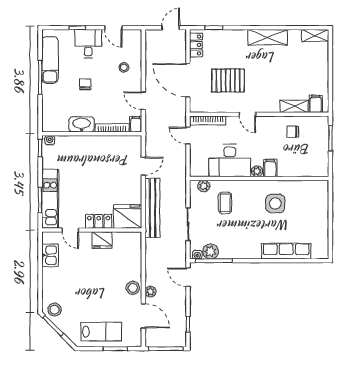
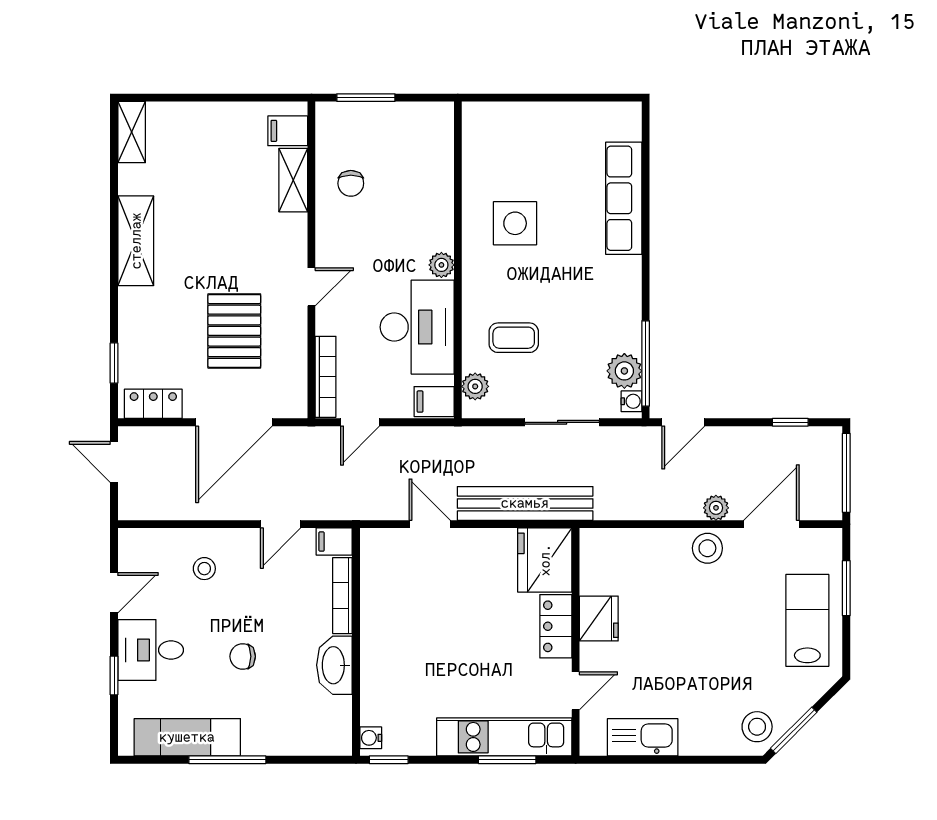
filing cabinet: (270, 168) -> (434, 402), moved
kitchen sink: (50, 255) -> (643, 737), width x1.38

